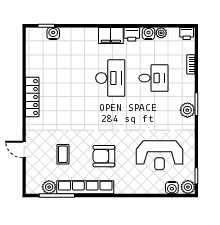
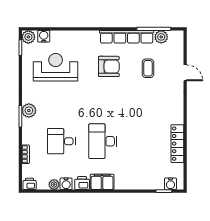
water cooler: (53, 33) -> (170, 184), moved
locker: (32, 97) -> (177, 144), moved

